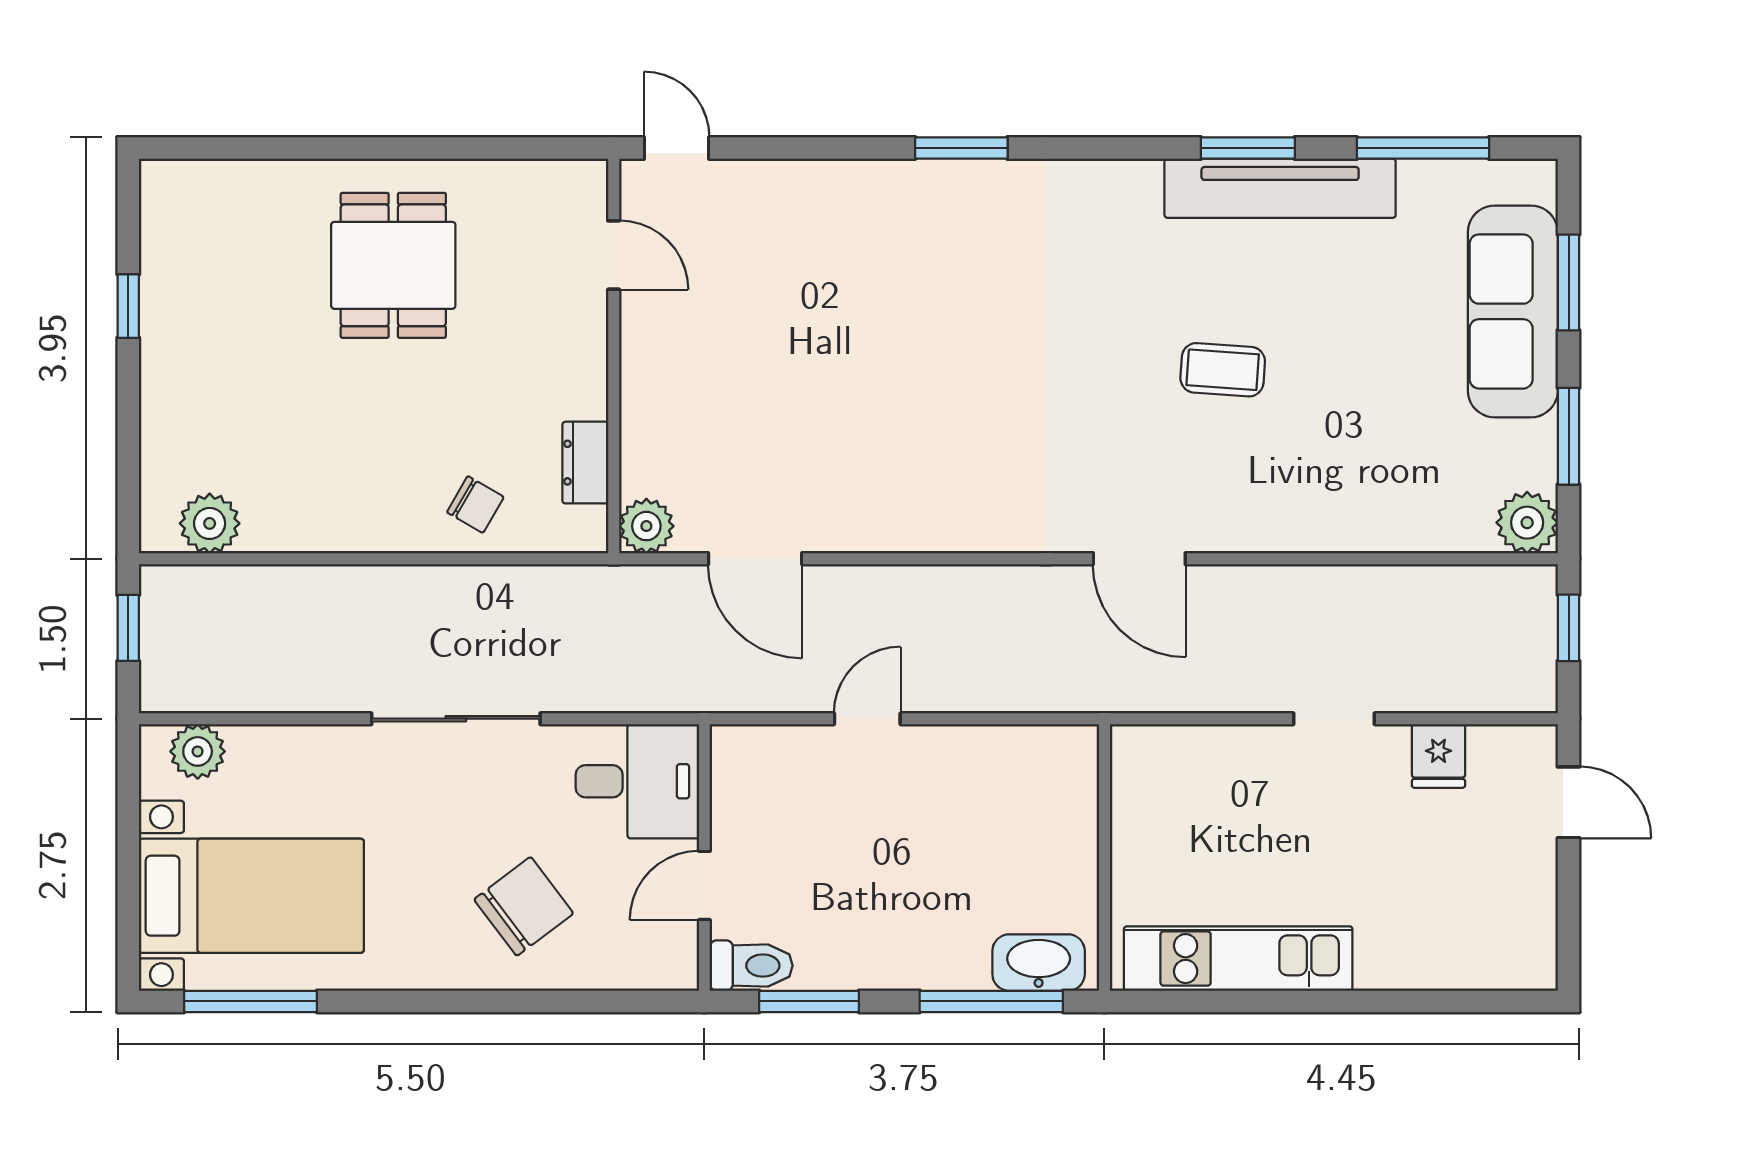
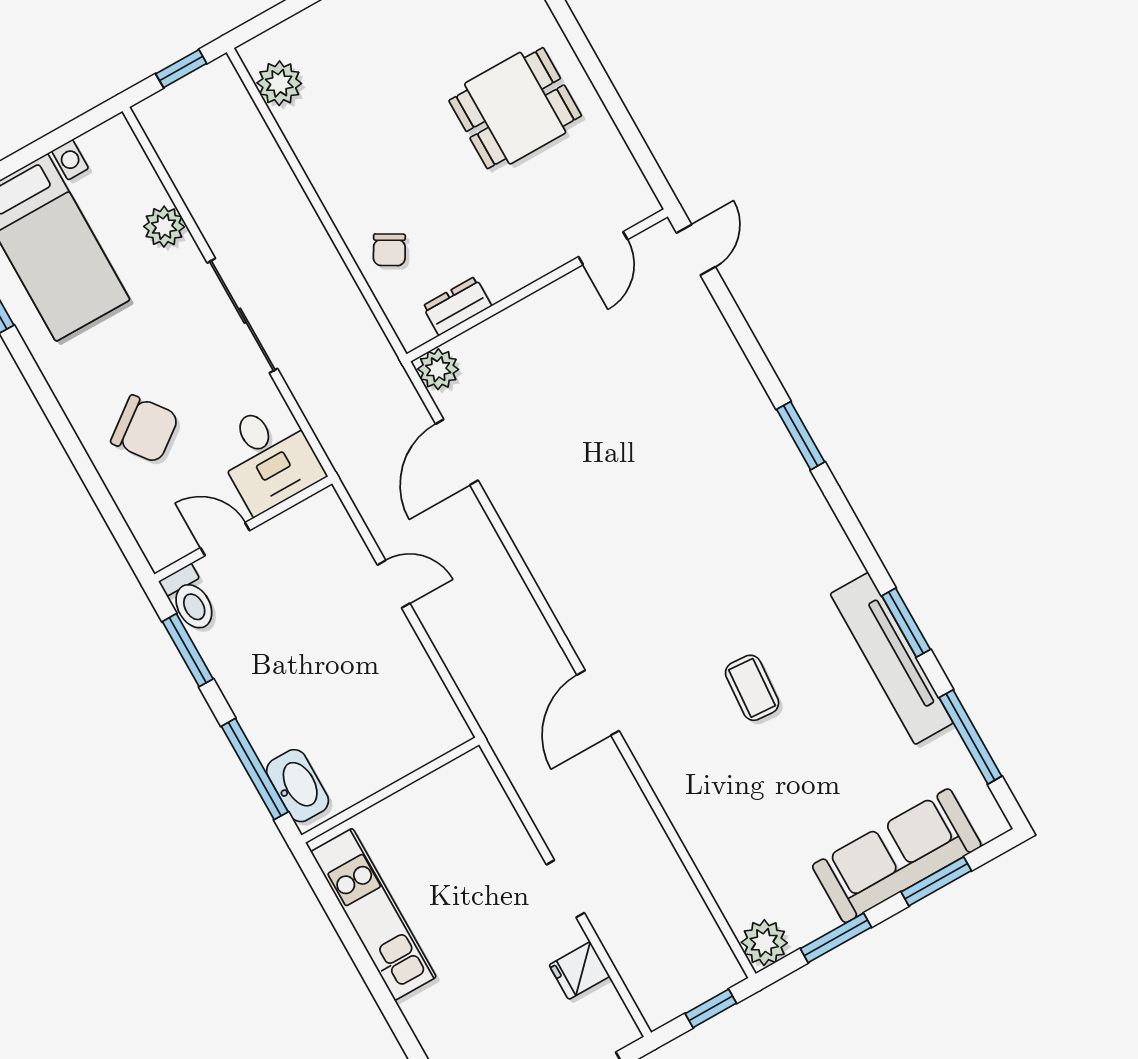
plant: (198, 751) -> (164, 227), moved

